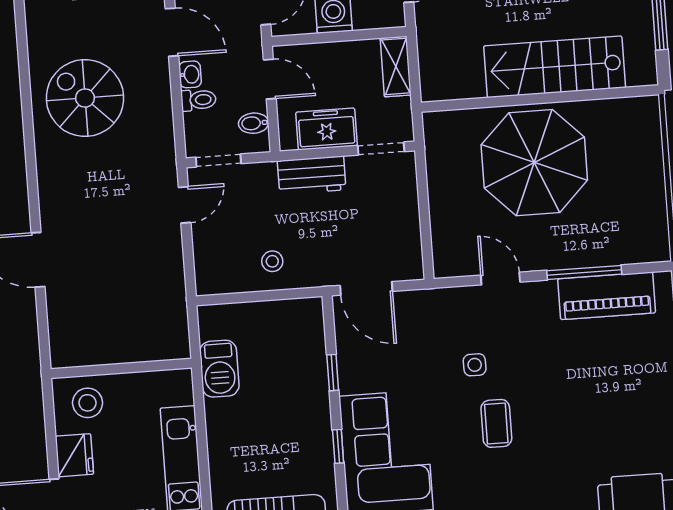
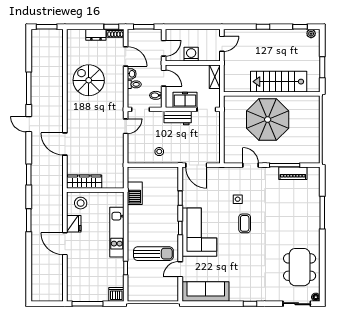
piano: (607, 296) -> (293, 173), width x0.73, depth x0.75
wardrobe: (92, 349) -> (84, 182), added

